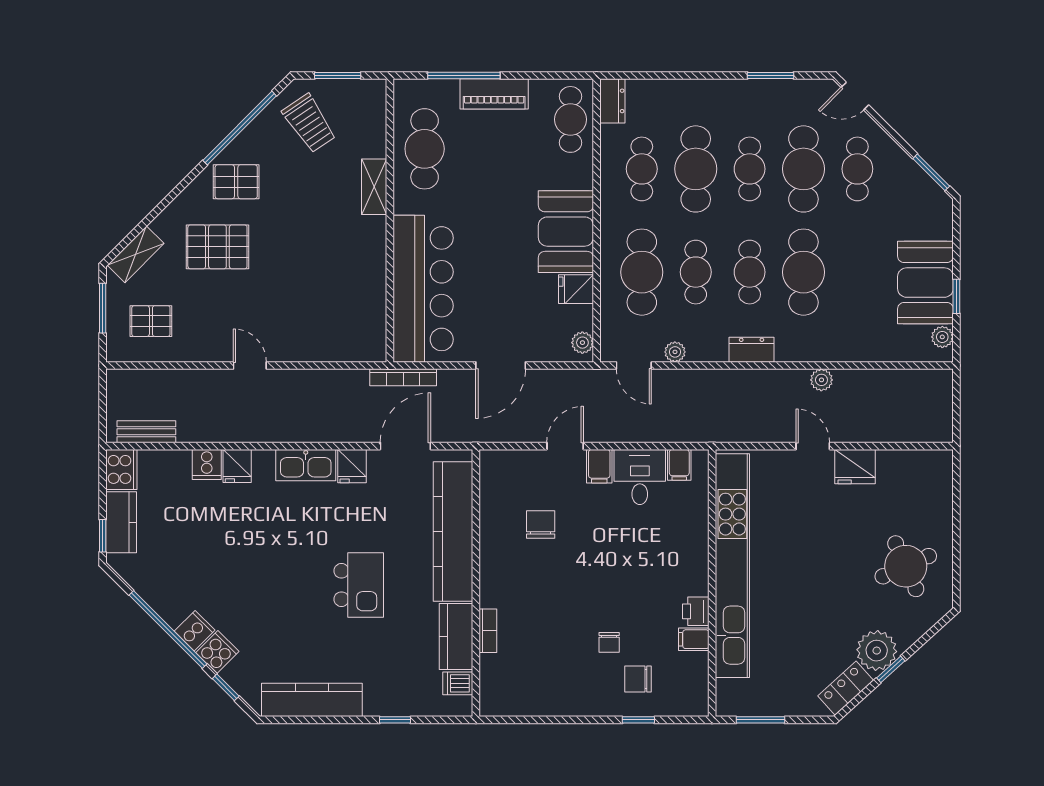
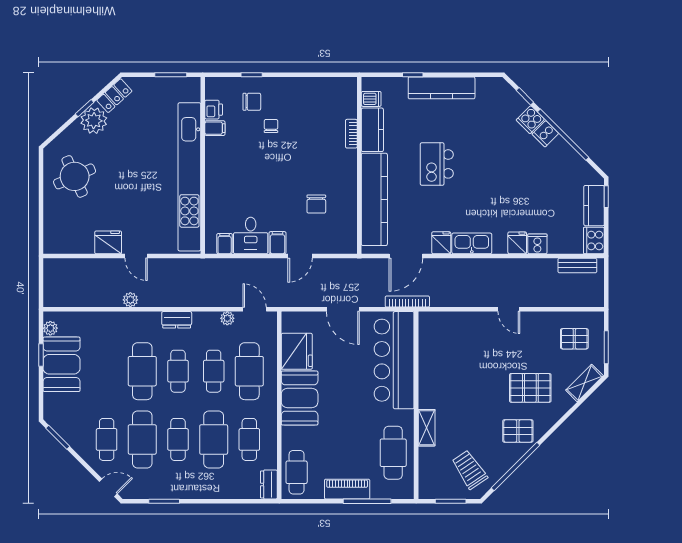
fridge: (576, 289) -> (297, 351), width x1.88, depth x1.34
plant: (582, 343) -> (289, 324), removed
door: (501, 366) -> (343, 309), swing flipped
printer: (696, 611) -> (214, 110), moved
kitchen counter: (312, 700) -> (442, 88), moved

